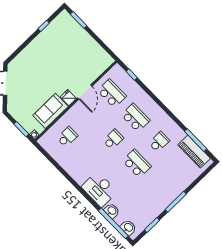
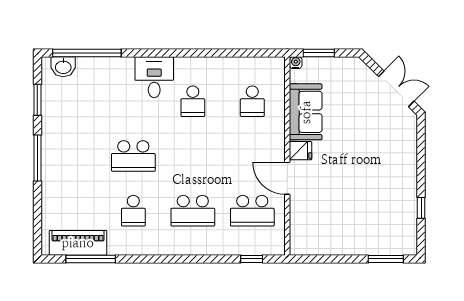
school desk: (113, 139) -> (193, 101), moved
desk: (99, 189) -> (154, 77), width x0.73
washbasin: (112, 211) -> (105, 66), removed

